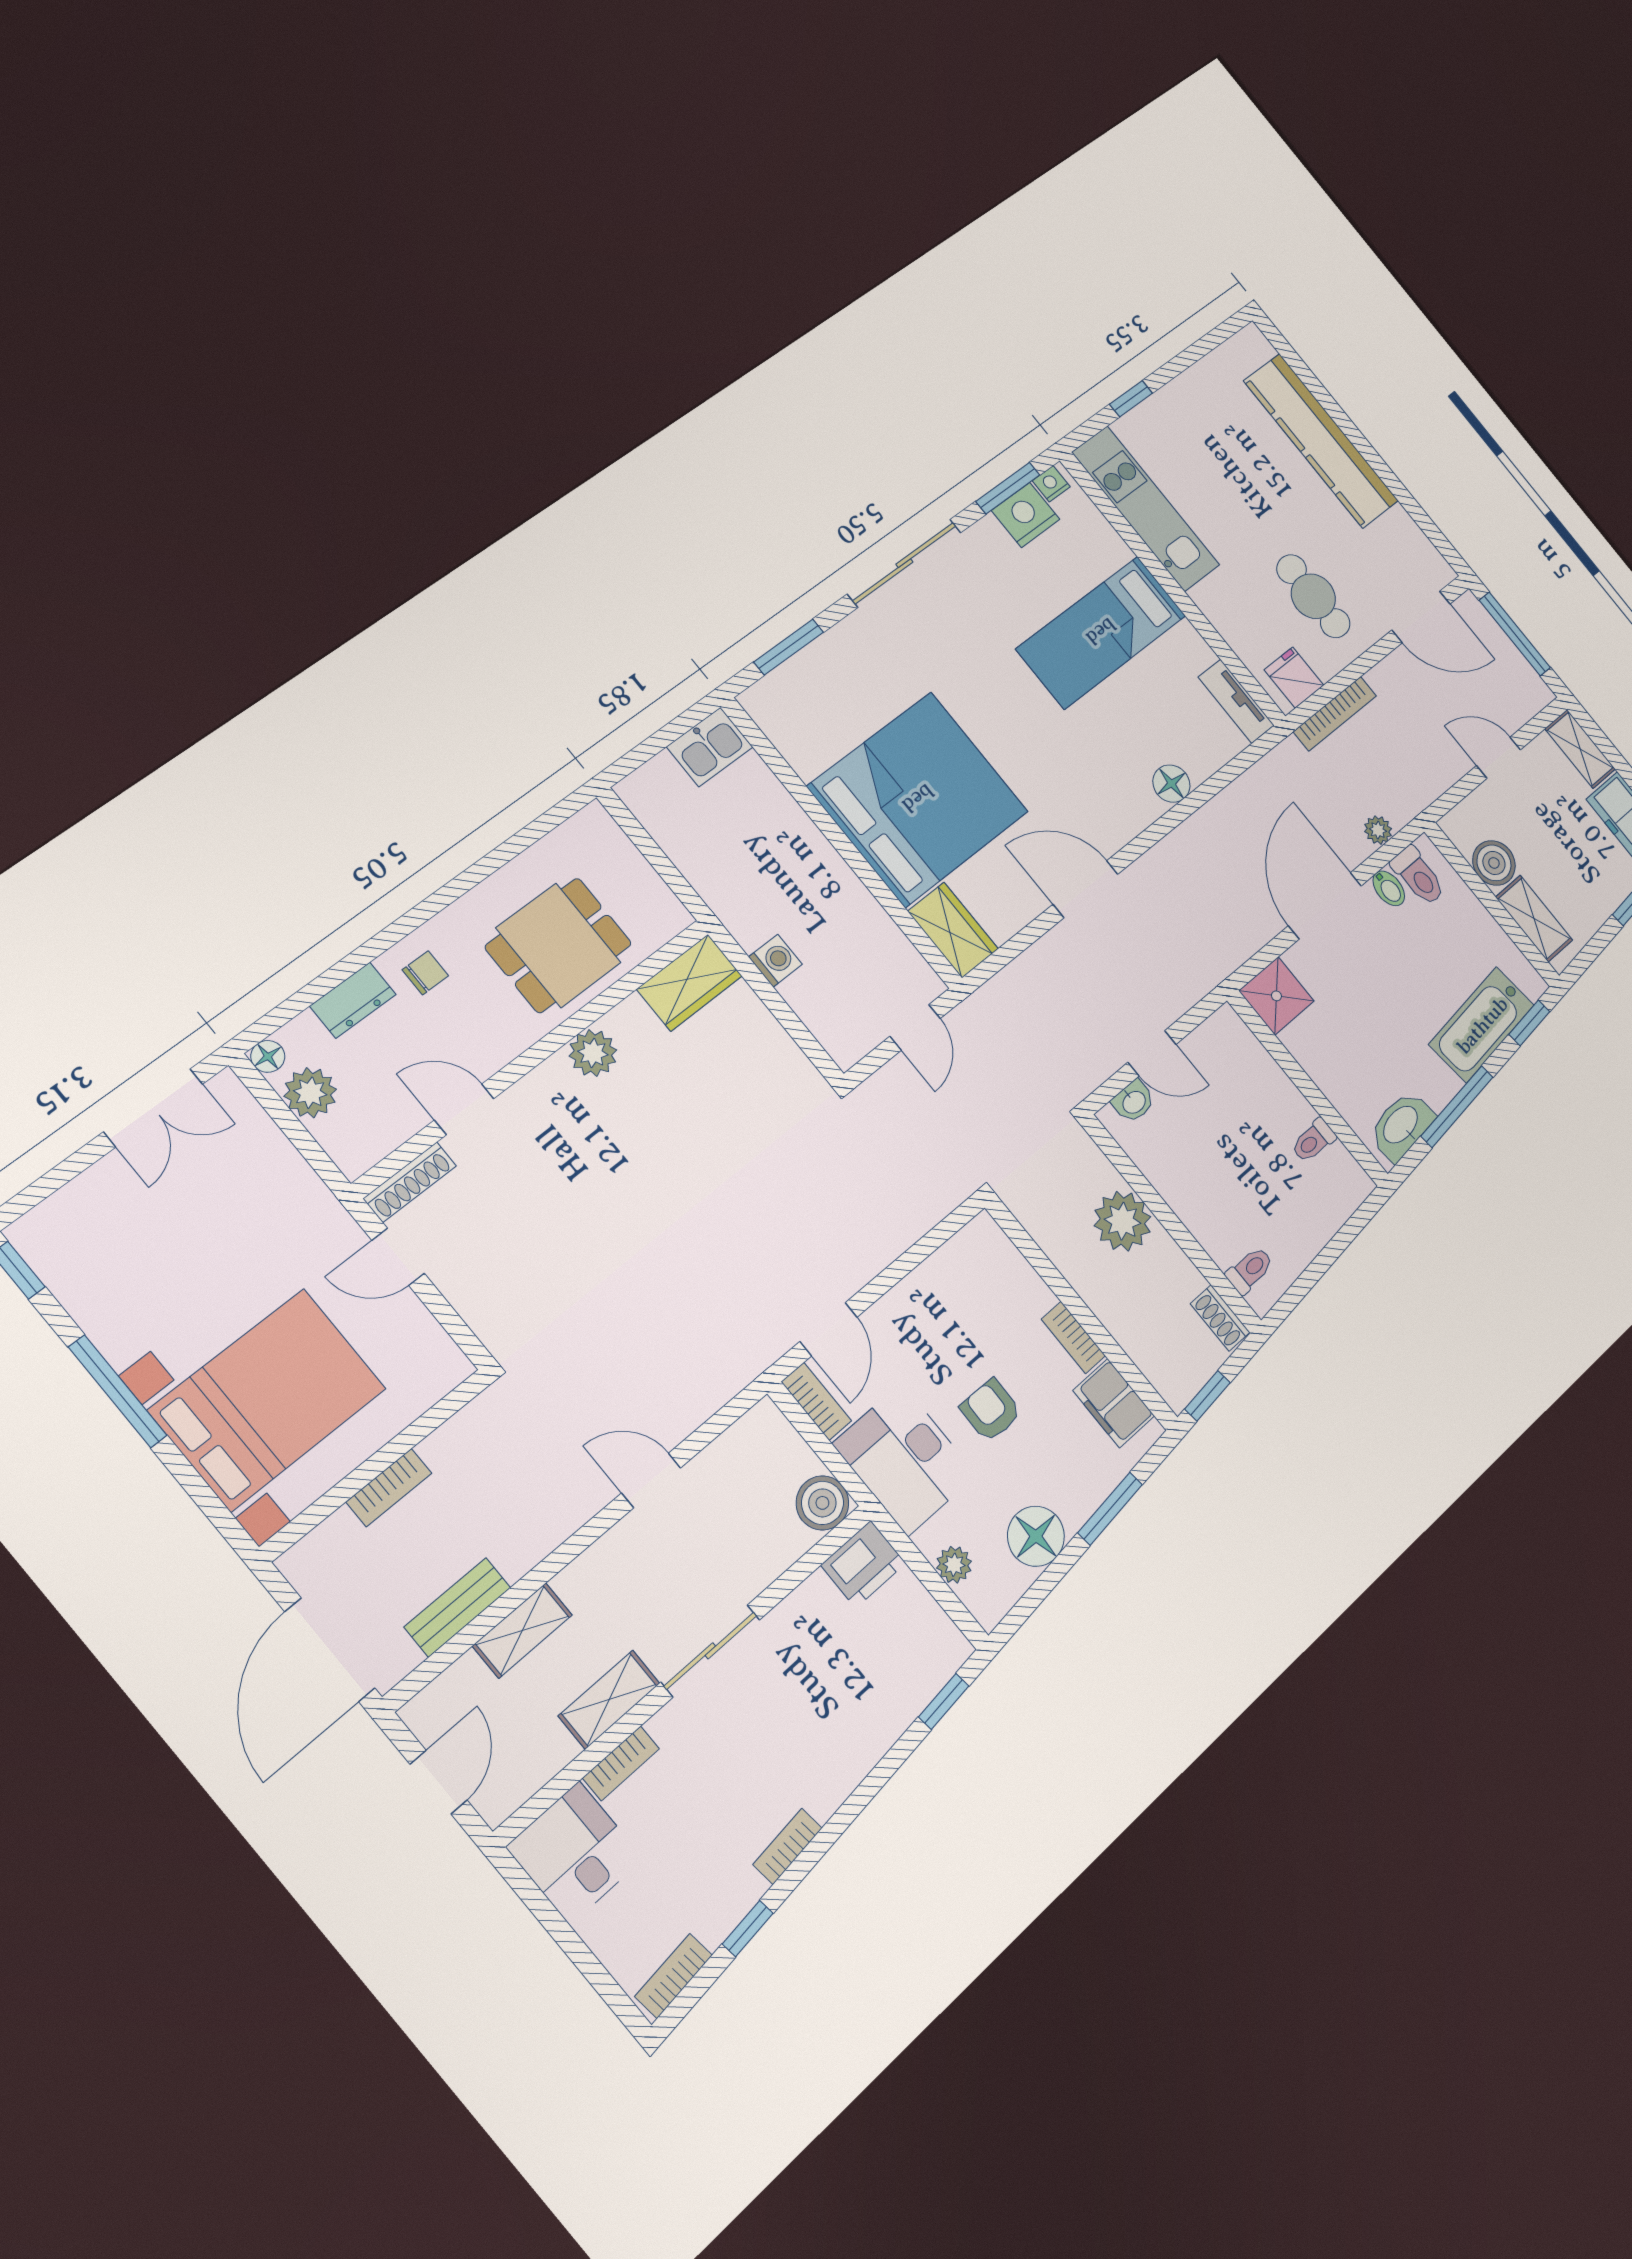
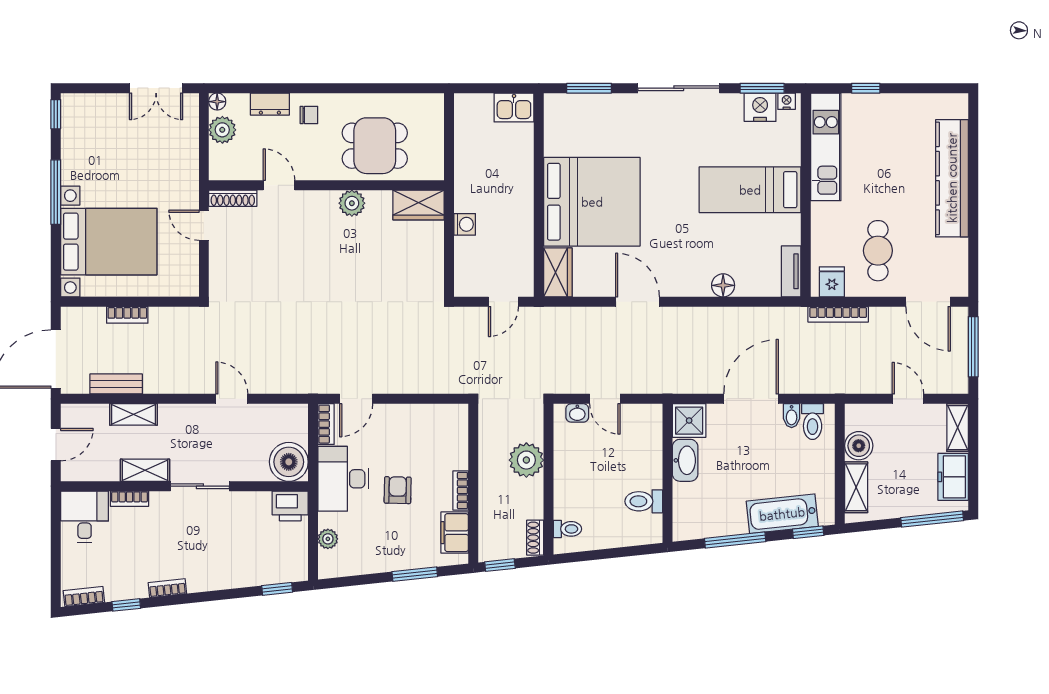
plant: (1378, 830) -> (811, 385), removed
washbasin: (1401, 1126) -> (685, 460), moved, turned 96
toilet: (1313, 1141) -> (644, 501), width x1.37, depth x1.39
boiler: (822, 1503) -> (289, 462), width x1.37, depth x1.37
floor lamp: (1036, 1536) -> (373, 558), removed

